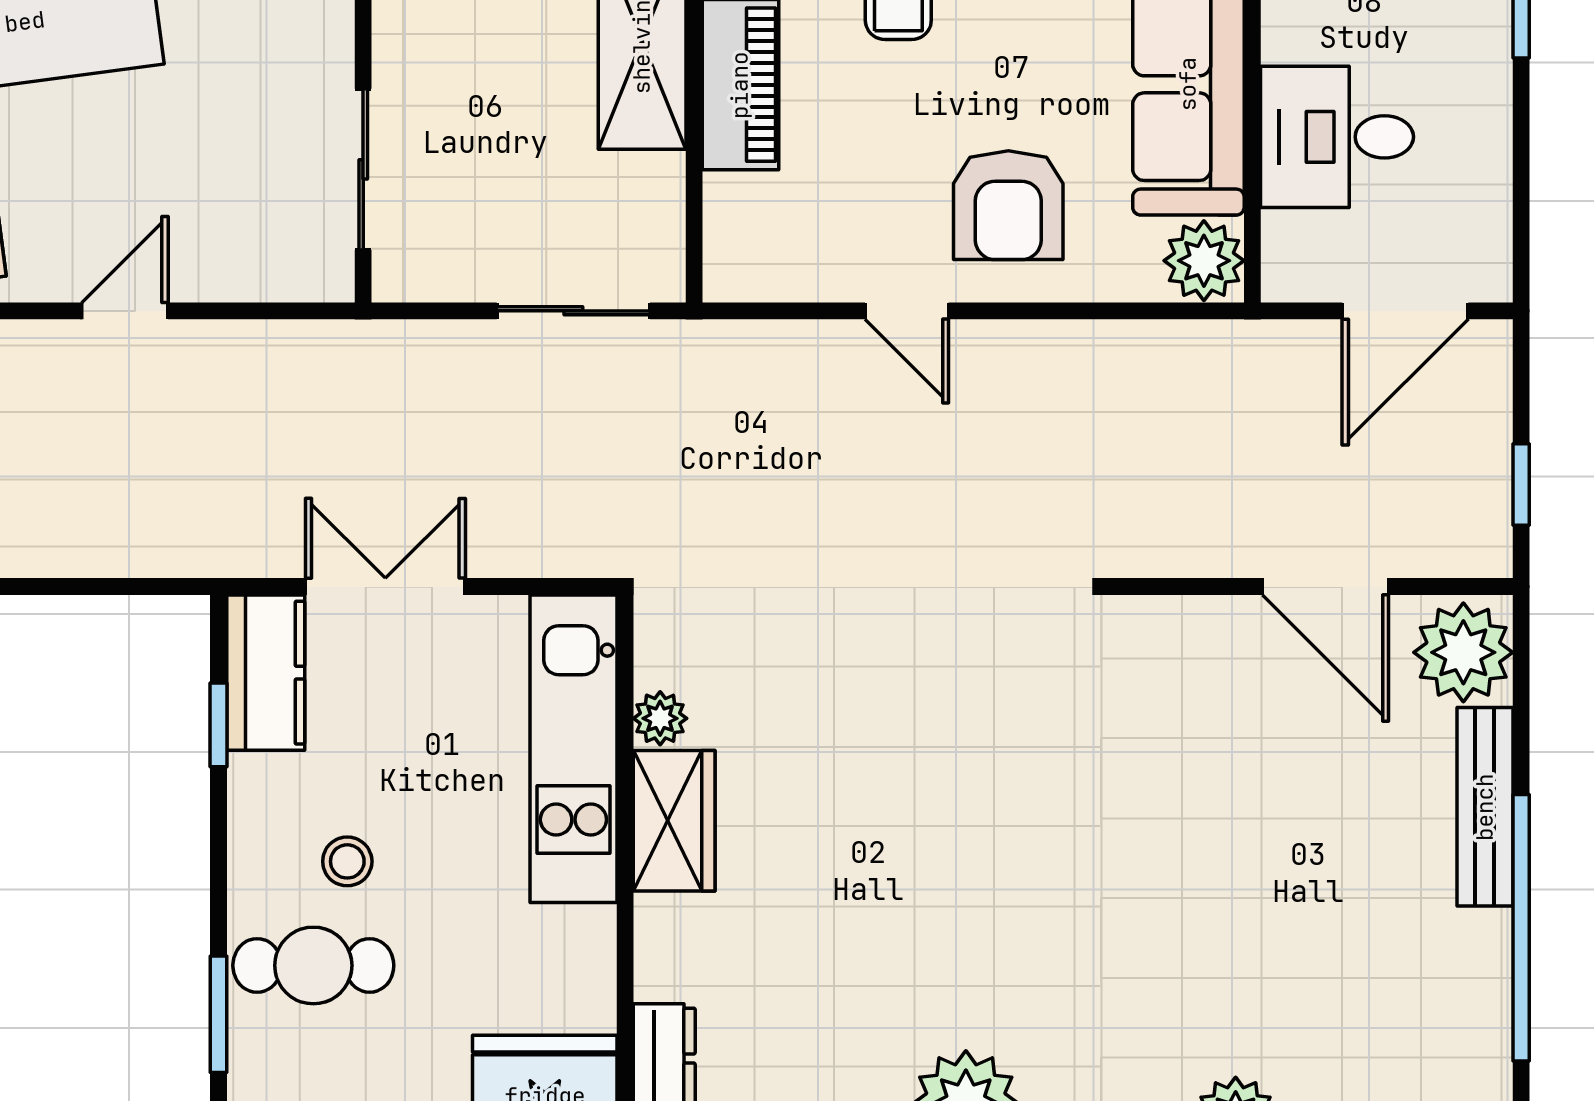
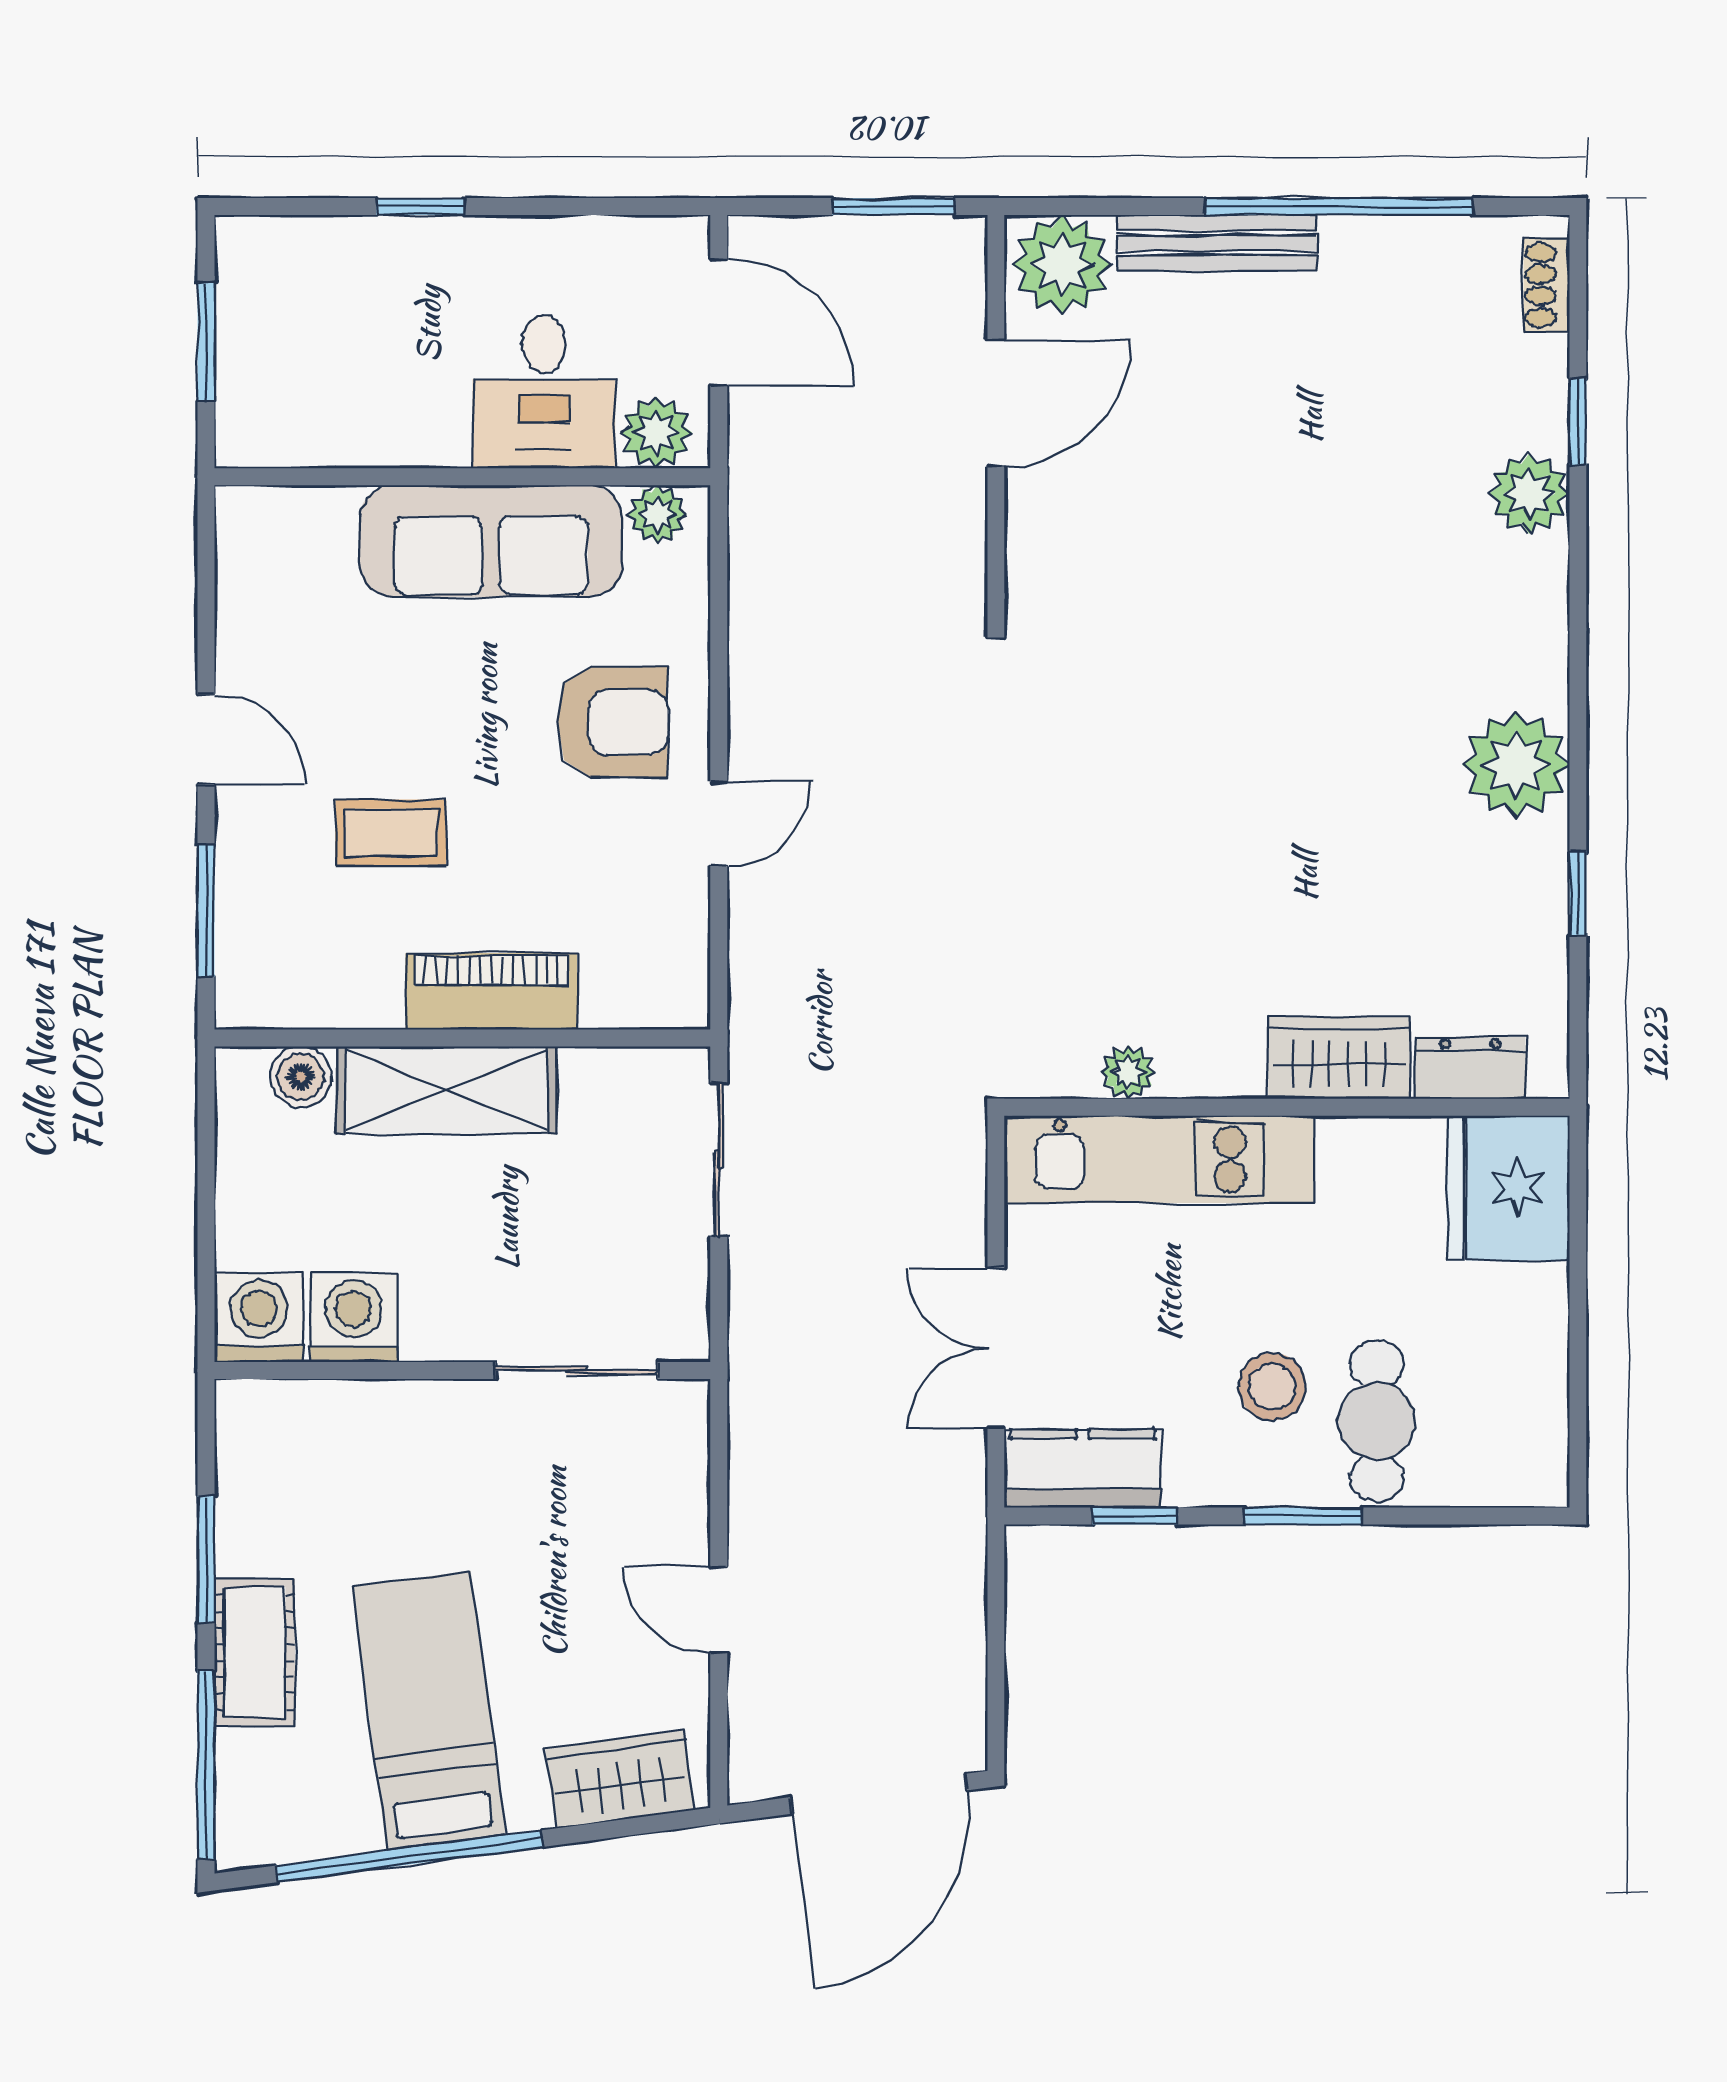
plant: (1296, 249) -> (656, 433), added
plant: (1204, 261) -> (657, 514), width x0.73, depth x0.73
window: (1521, 485) -> (893, 207), width x1.50
wardrobe: (674, 821) -> (1339, 1058), moved
stool: (347, 861) -> (1272, 1387), width x1.37, depth x1.37
window: (219, 1014) -> (1303, 1516), moved

